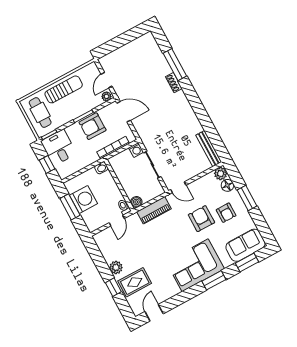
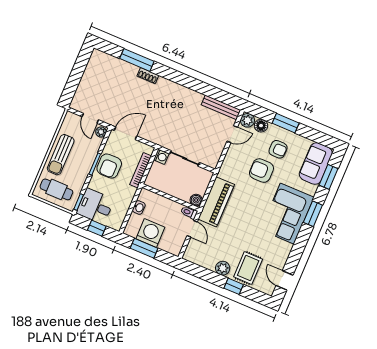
sun lounger: (64, 89) -> (61, 155), turned 180
washbasin: (101, 168) -> (139, 207), moved
door: (178, 187) -> (232, 134), moved
piano: (154, 210) -> (216, 202), width x1.37, depth x1.33

